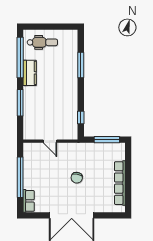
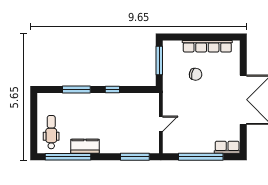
window: (20, 103) -> (135, 157), moved
window: (81, 117) -> (112, 90), moved
chair: (77, 178) -> (196, 74), moved

